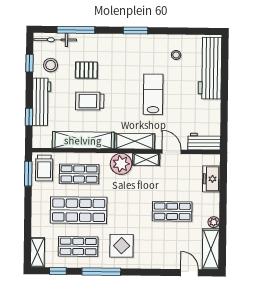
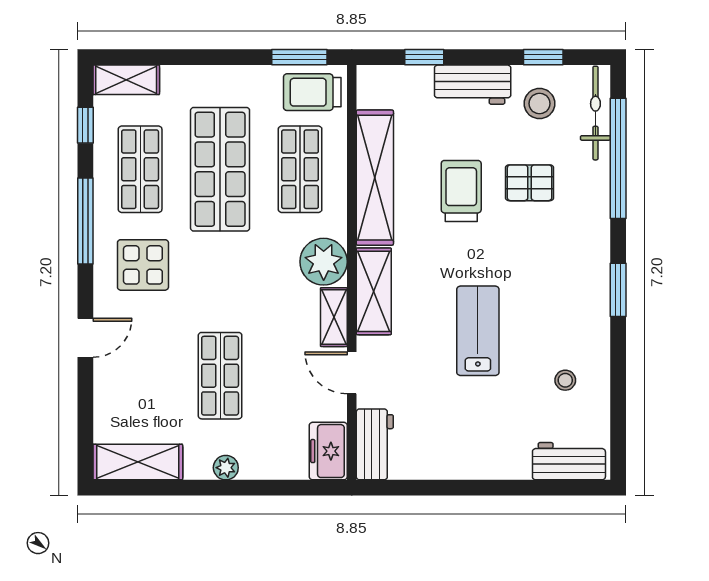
window: (76, 30) -> (618, 158), width x1.46
workbench: (210, 68) -> (569, 461), width x0.53, depth x0.76
pallet: (86, 70) -> (530, 183), turned 90
lab bench: (153, 94) -> (478, 331), turned -90
workbench: (42, 102) -> (473, 85), width x0.73
door: (172, 152) -> (352, 373), swing flipped
freezer: (211, 179) -> (328, 451), moved, turned -90
plant: (214, 222) -> (226, 468), moved
door: (190, 273) -> (85, 338), moved

